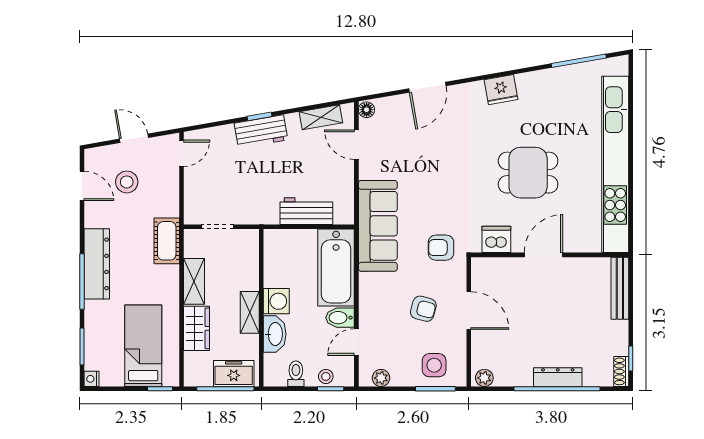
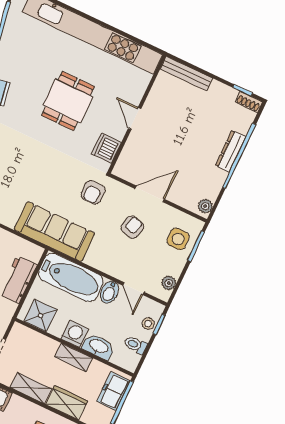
shower: (279, 254) -> (40, 316), added
door: (543, 255) -> (135, 119), width x0.73

